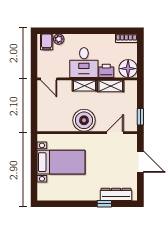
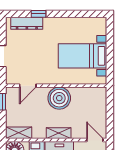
shelving: (111, 86) -> (19, 133), moved

